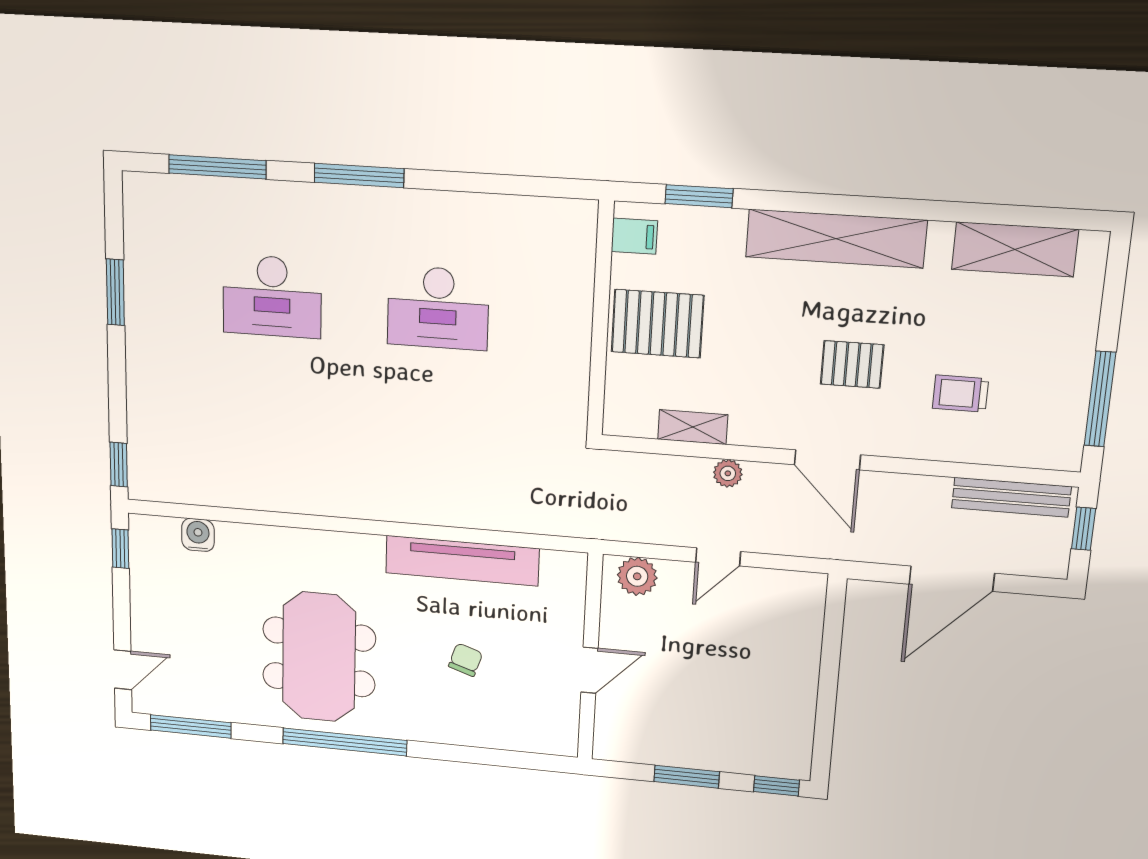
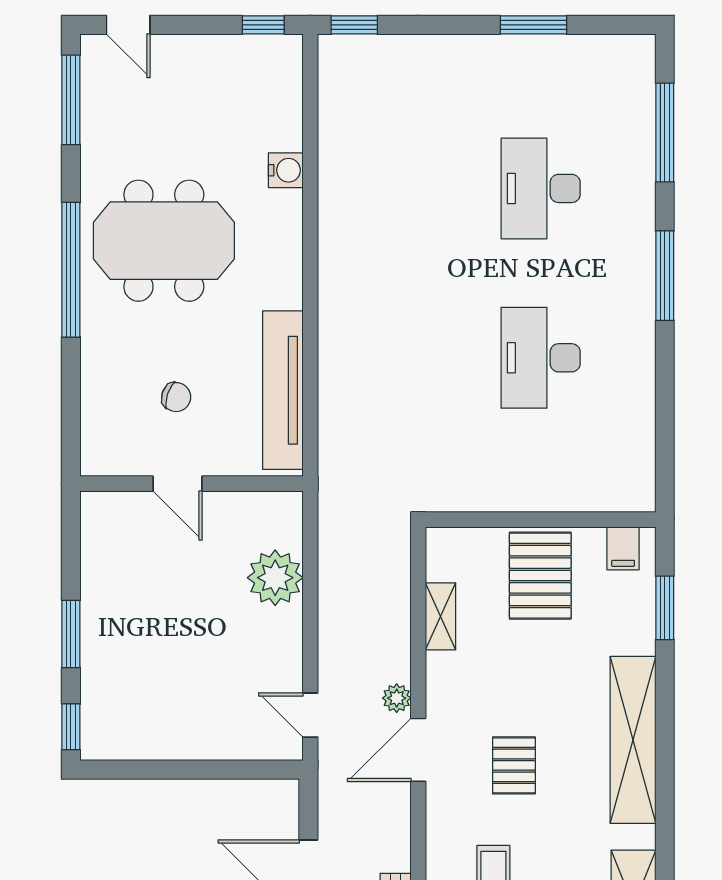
plant: (728, 473) -> (397, 698), moved
water cooler: (198, 535) -> (286, 170), moved
door: (718, 557) -> (310, 715), moved
plant: (637, 576) -> (275, 578), width x1.36, depth x1.36
wall: (590, 657) -> (192, 484), moved
door: (589, 670) -> (178, 484), moved

